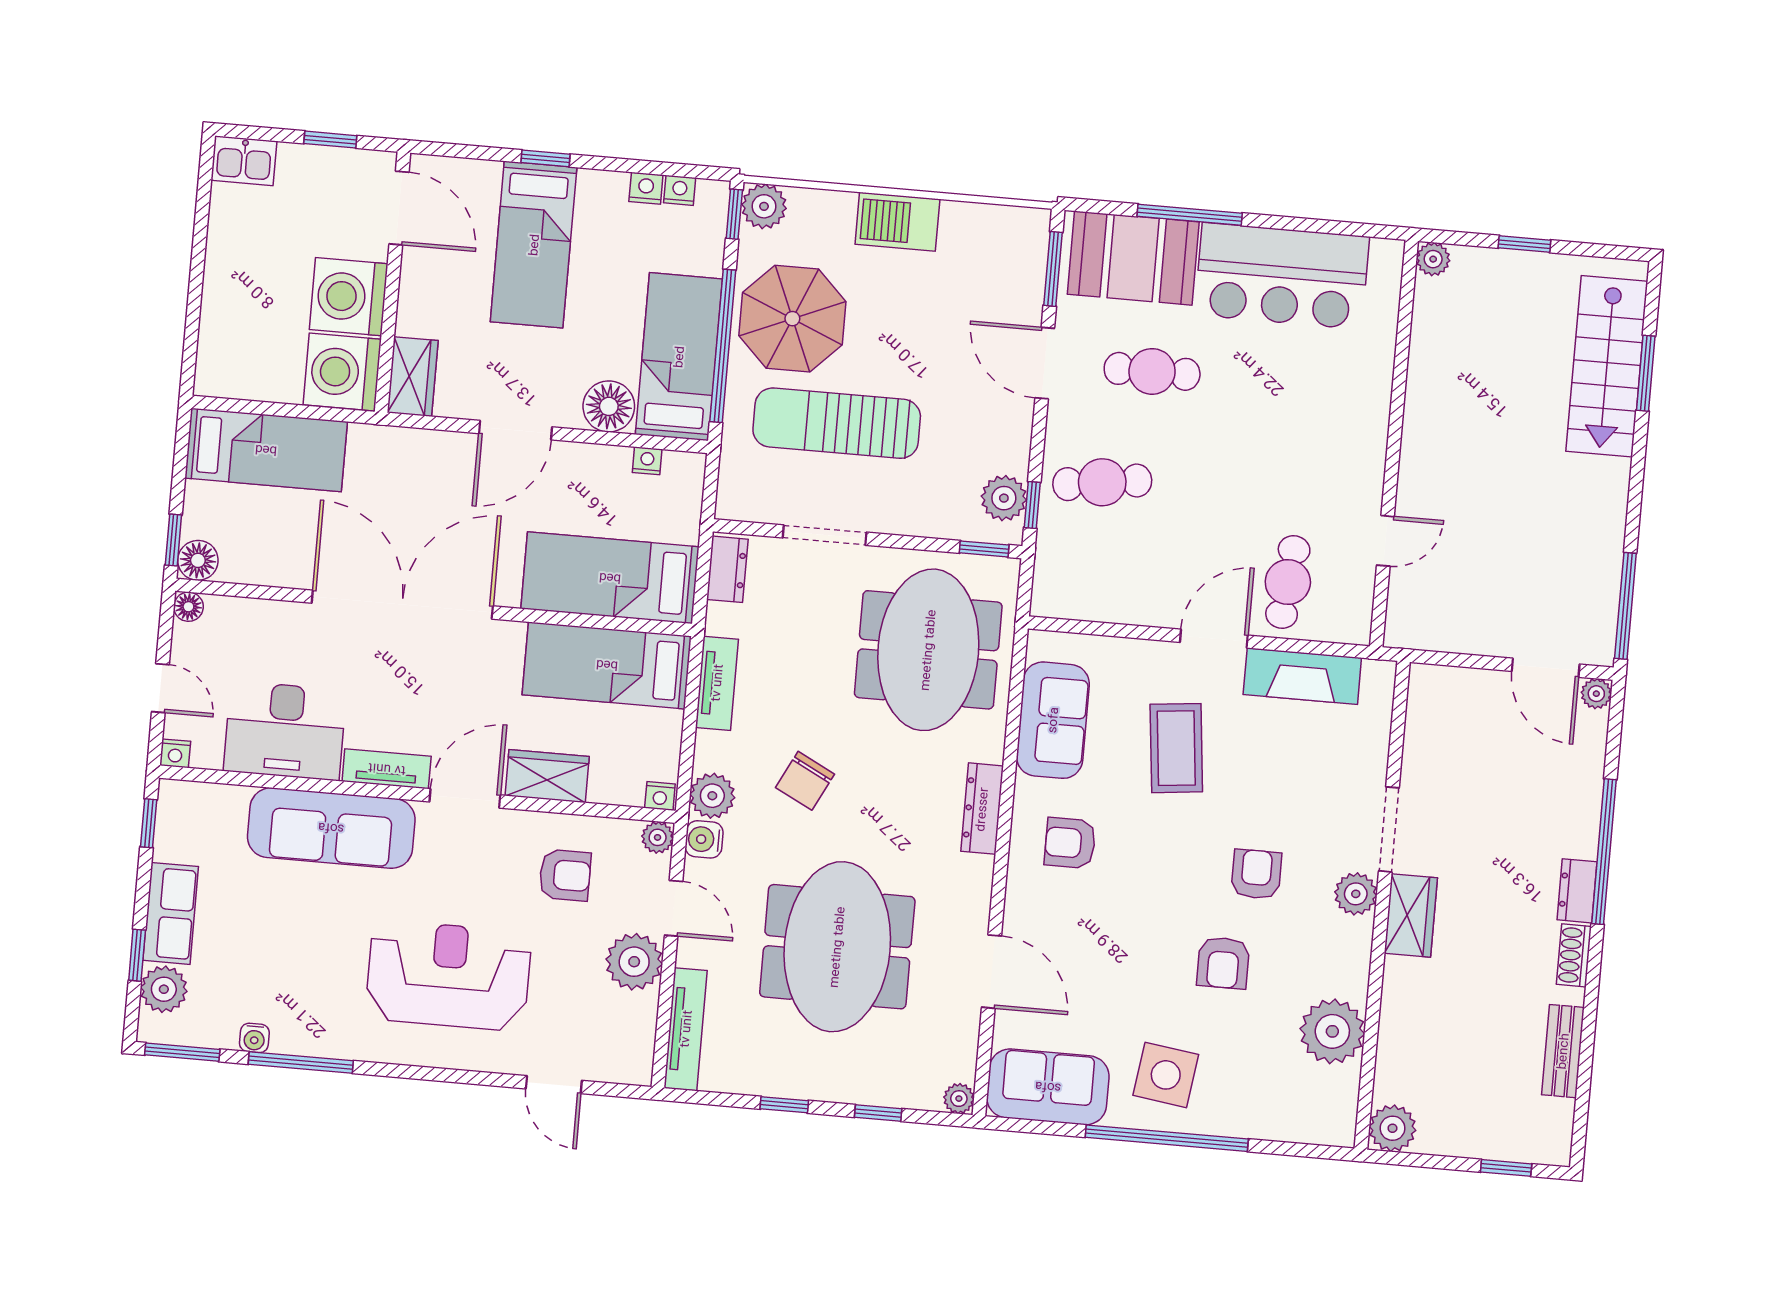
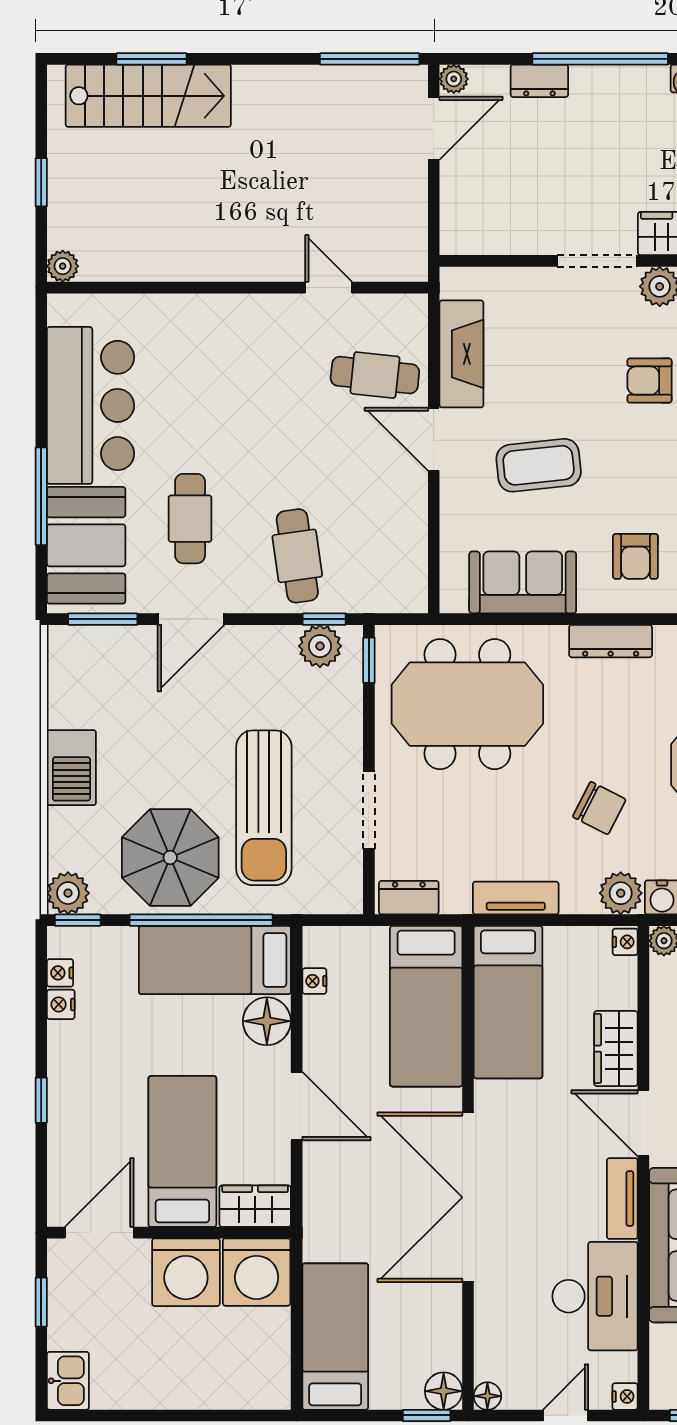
bed: (534, 245) -> (182, 1151), moved, turned -90
dresser: (1577, 891) -> (539, 81), moved

